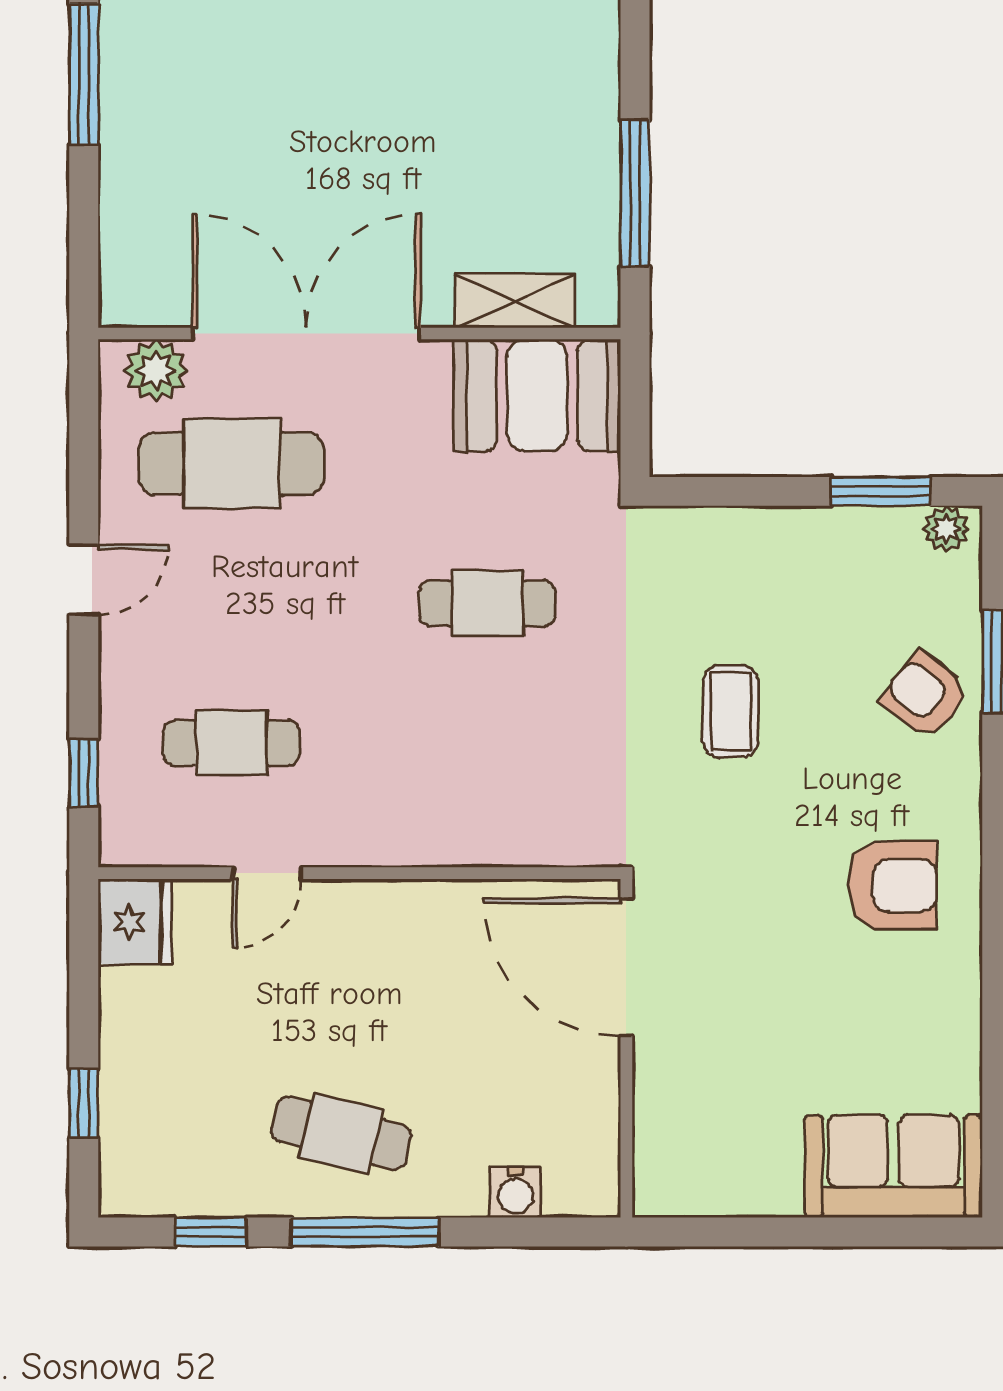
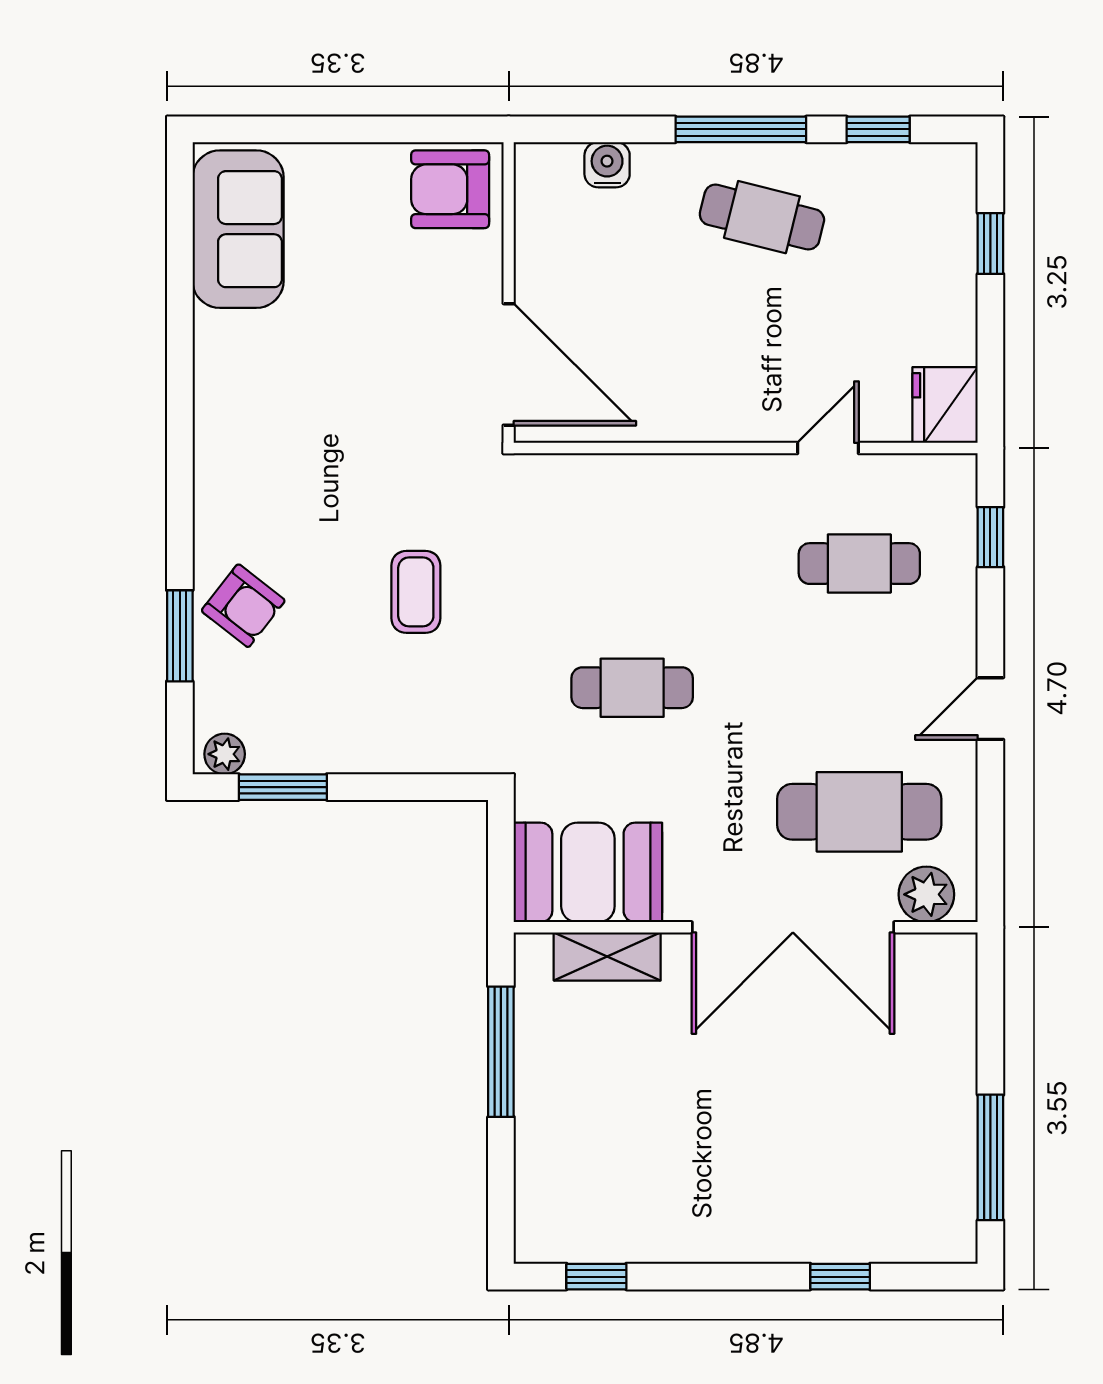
armchair: (892, 885) -> (450, 189), moved
sofa: (893, 1166) -> (238, 229), moved, turned -90

